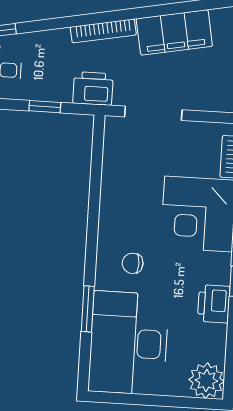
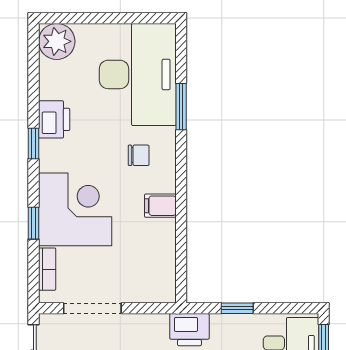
doorway: (153, 113) -> (92, 308), moved
filing cabinet: (114, 212) -> (160, 206), added

